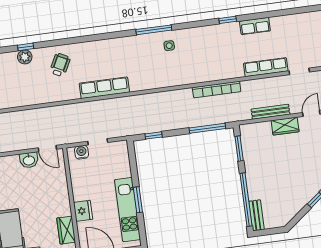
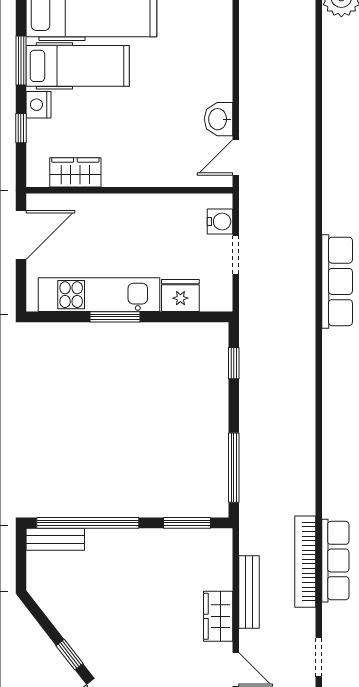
row of seats: (266, 67) -> (335, 561), moved
bookcase: (217, 89) -> (305, 562), moved
fridge: (83, 211) -> (180, 296), moved, turned 180

